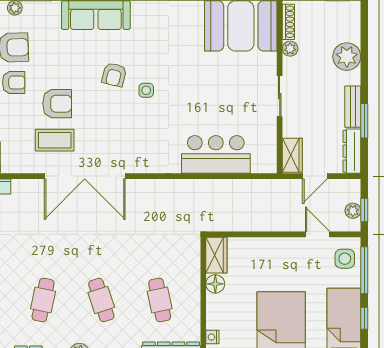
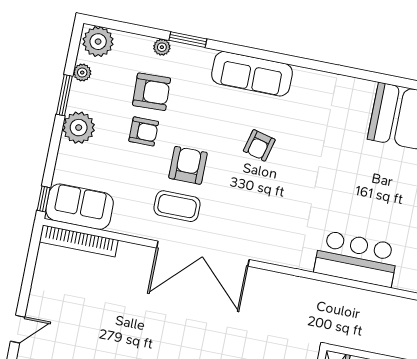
side table: (146, 90) -> (292, 170), removed
armchair: (57, 104) -> (188, 165), turned -90

